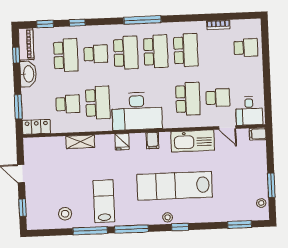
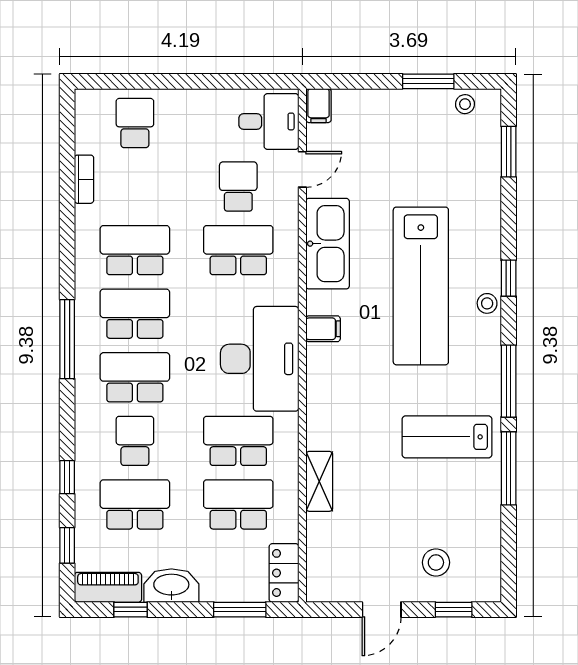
school desk: (68, 104) -> (238, 504), width x1.85
fridge: (122, 142) -> (323, 393), removed
stool: (65, 214) -> (436, 562), moved

